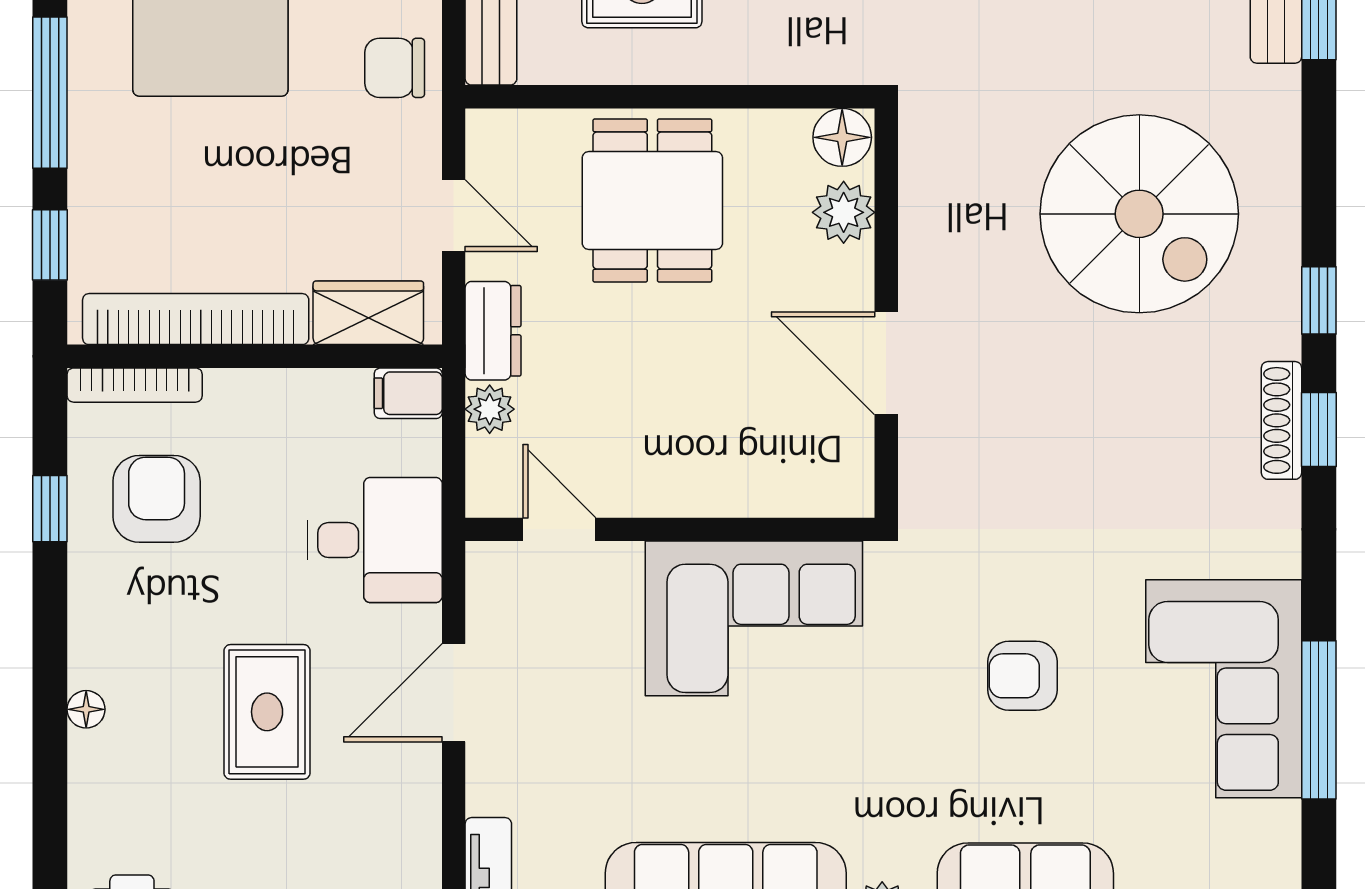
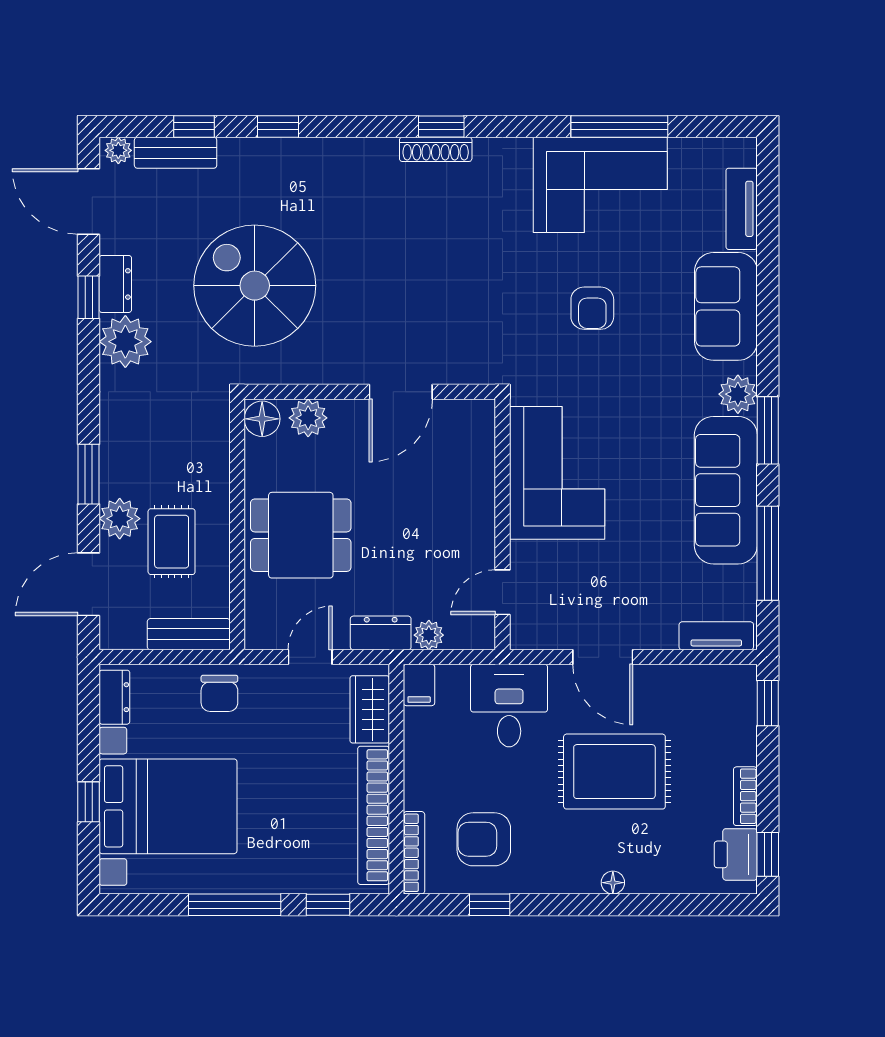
spiral stairs: (1139, 214) -> (255, 286), moved, turned -90
window: (1319, 300) -> (278, 126), moved
rug: (267, 712) -> (614, 772), width x1.36, depth x1.43

